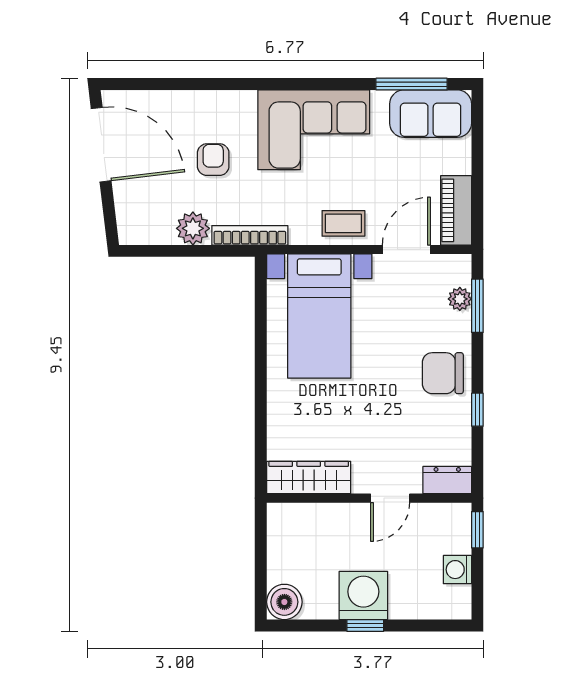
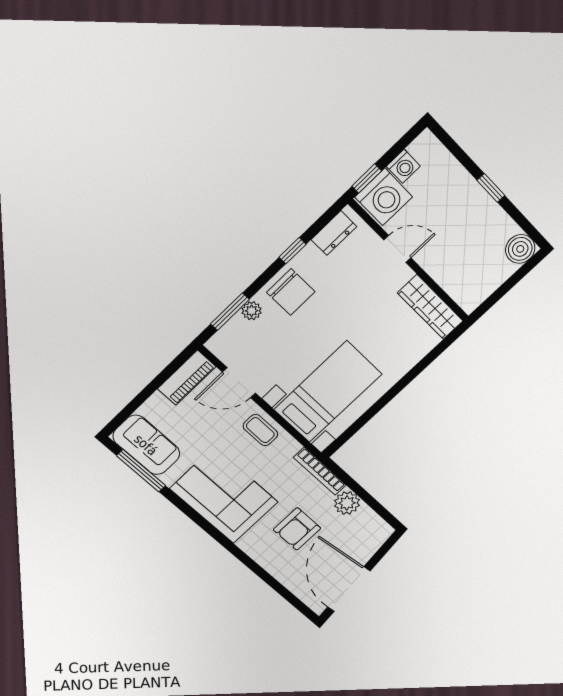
armchair: (213, 160) -> (297, 529), width x1.38, depth x1.38
plant: (460, 299) -> (252, 311), moved
dresser: (447, 480) -> (334, 233), moved, turned -90
washing machine: (363, 595) -> (384, 197), moved, turned -90

